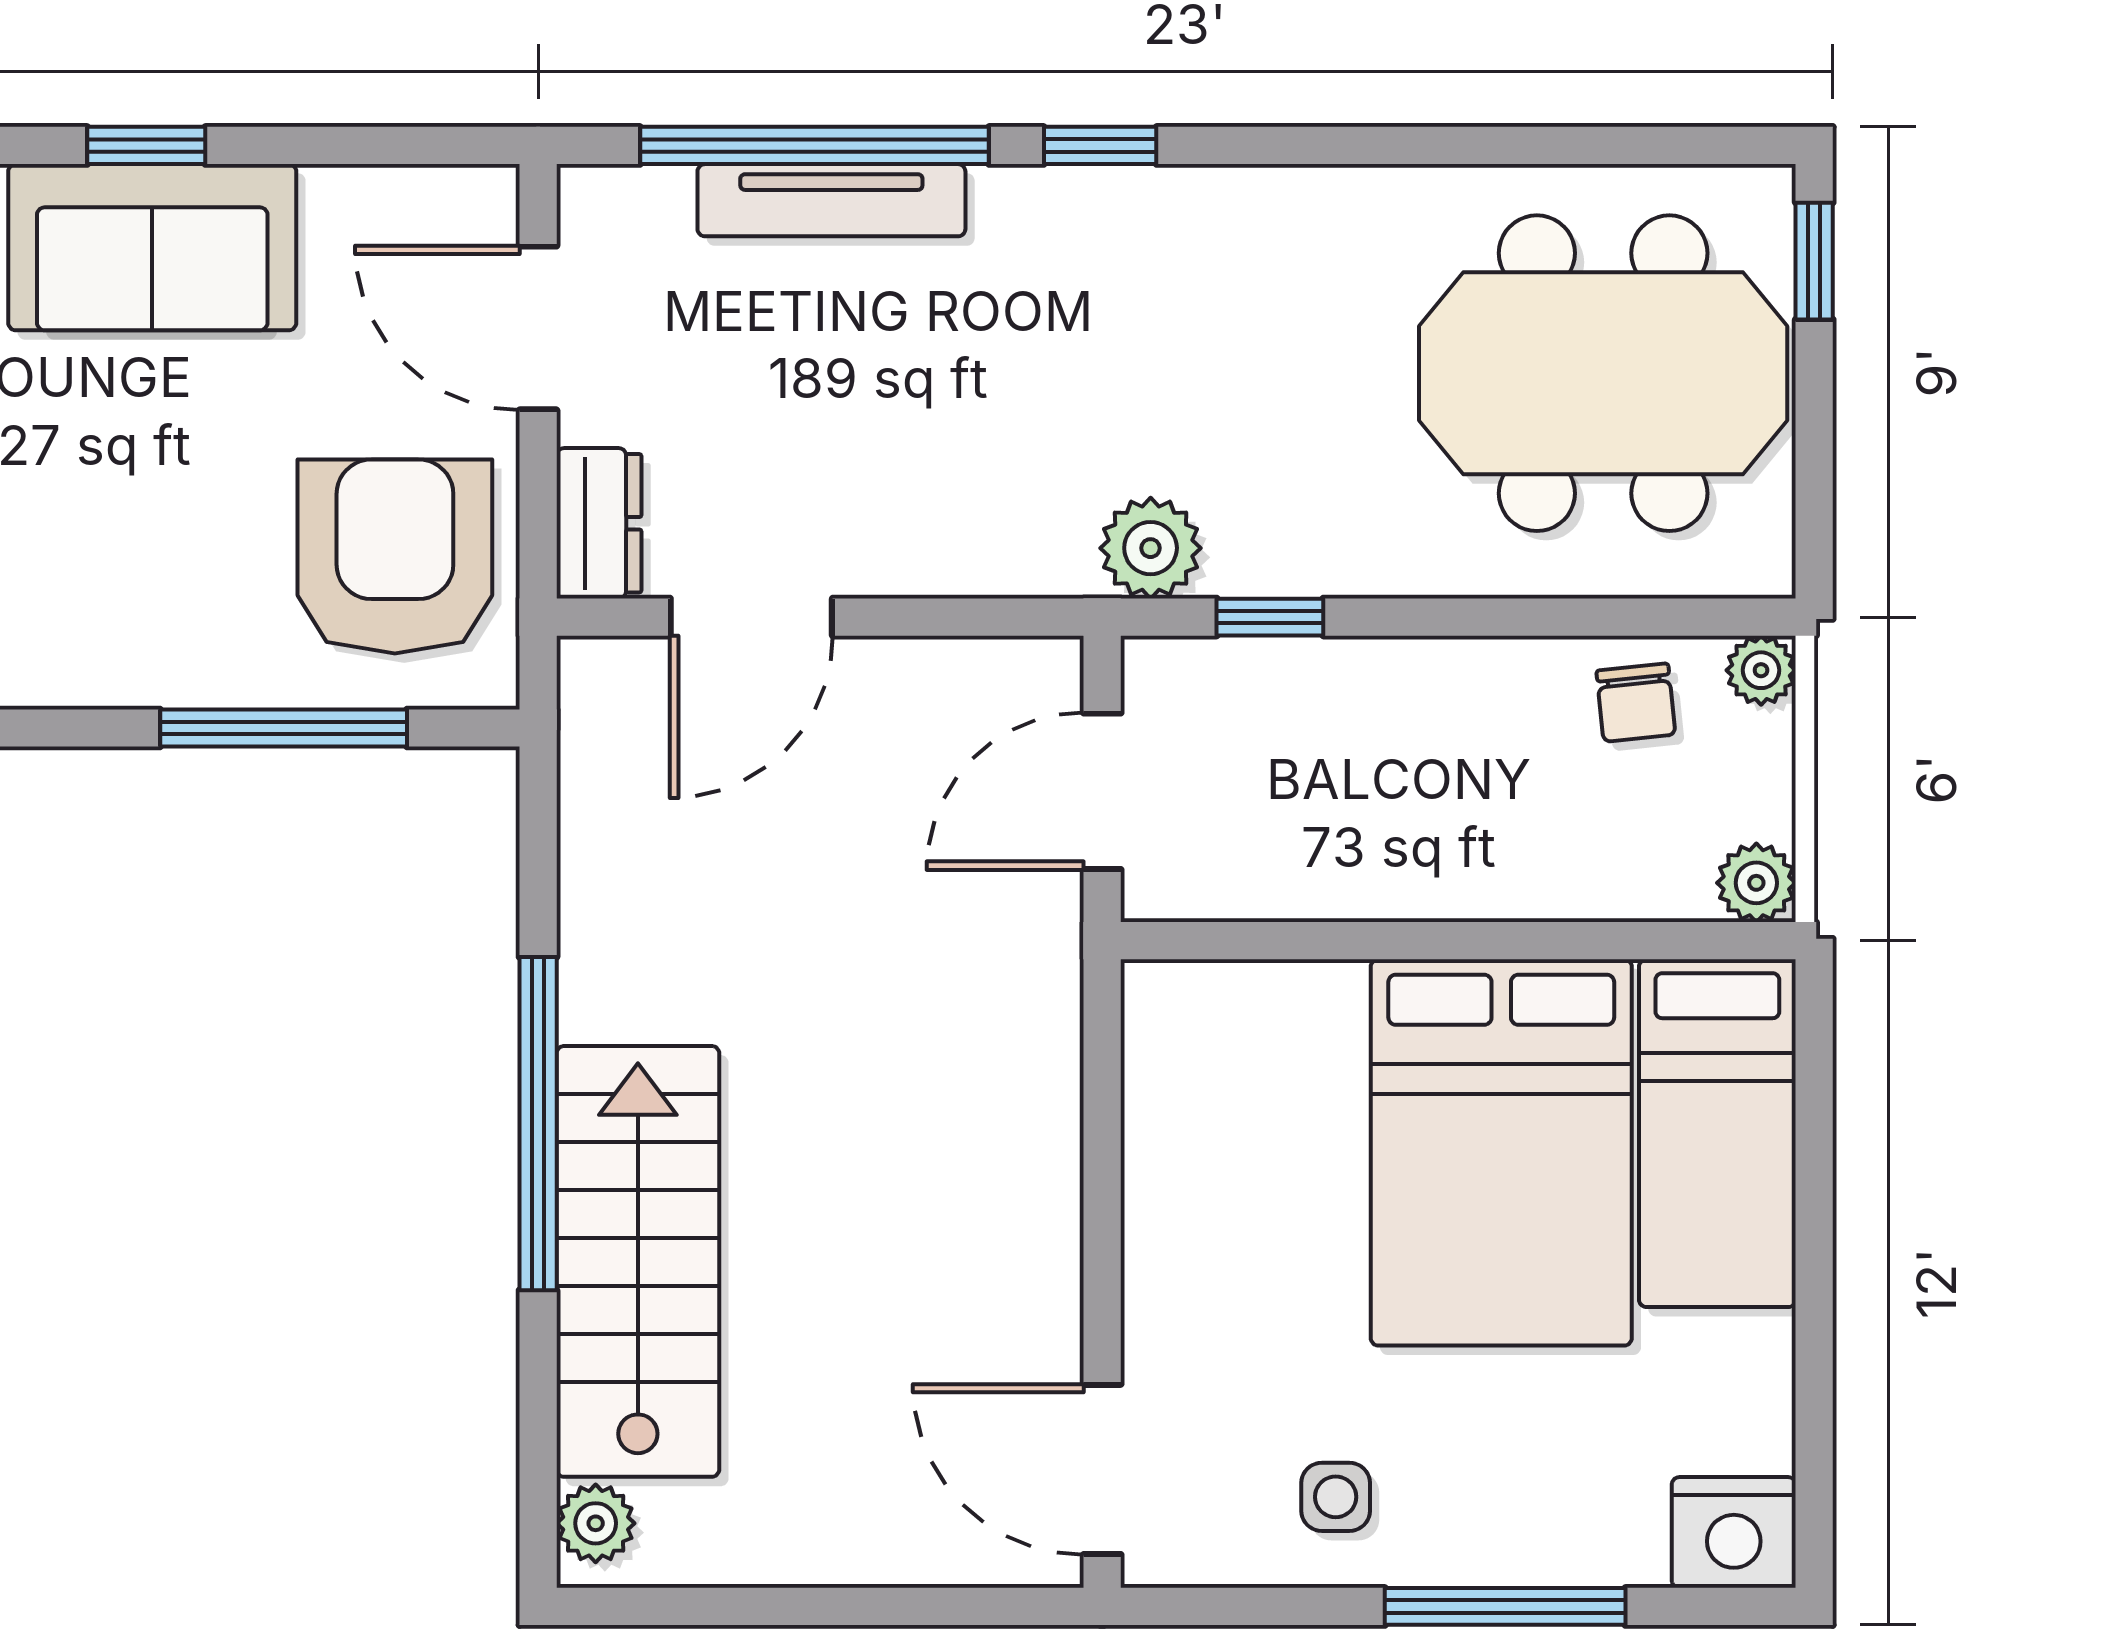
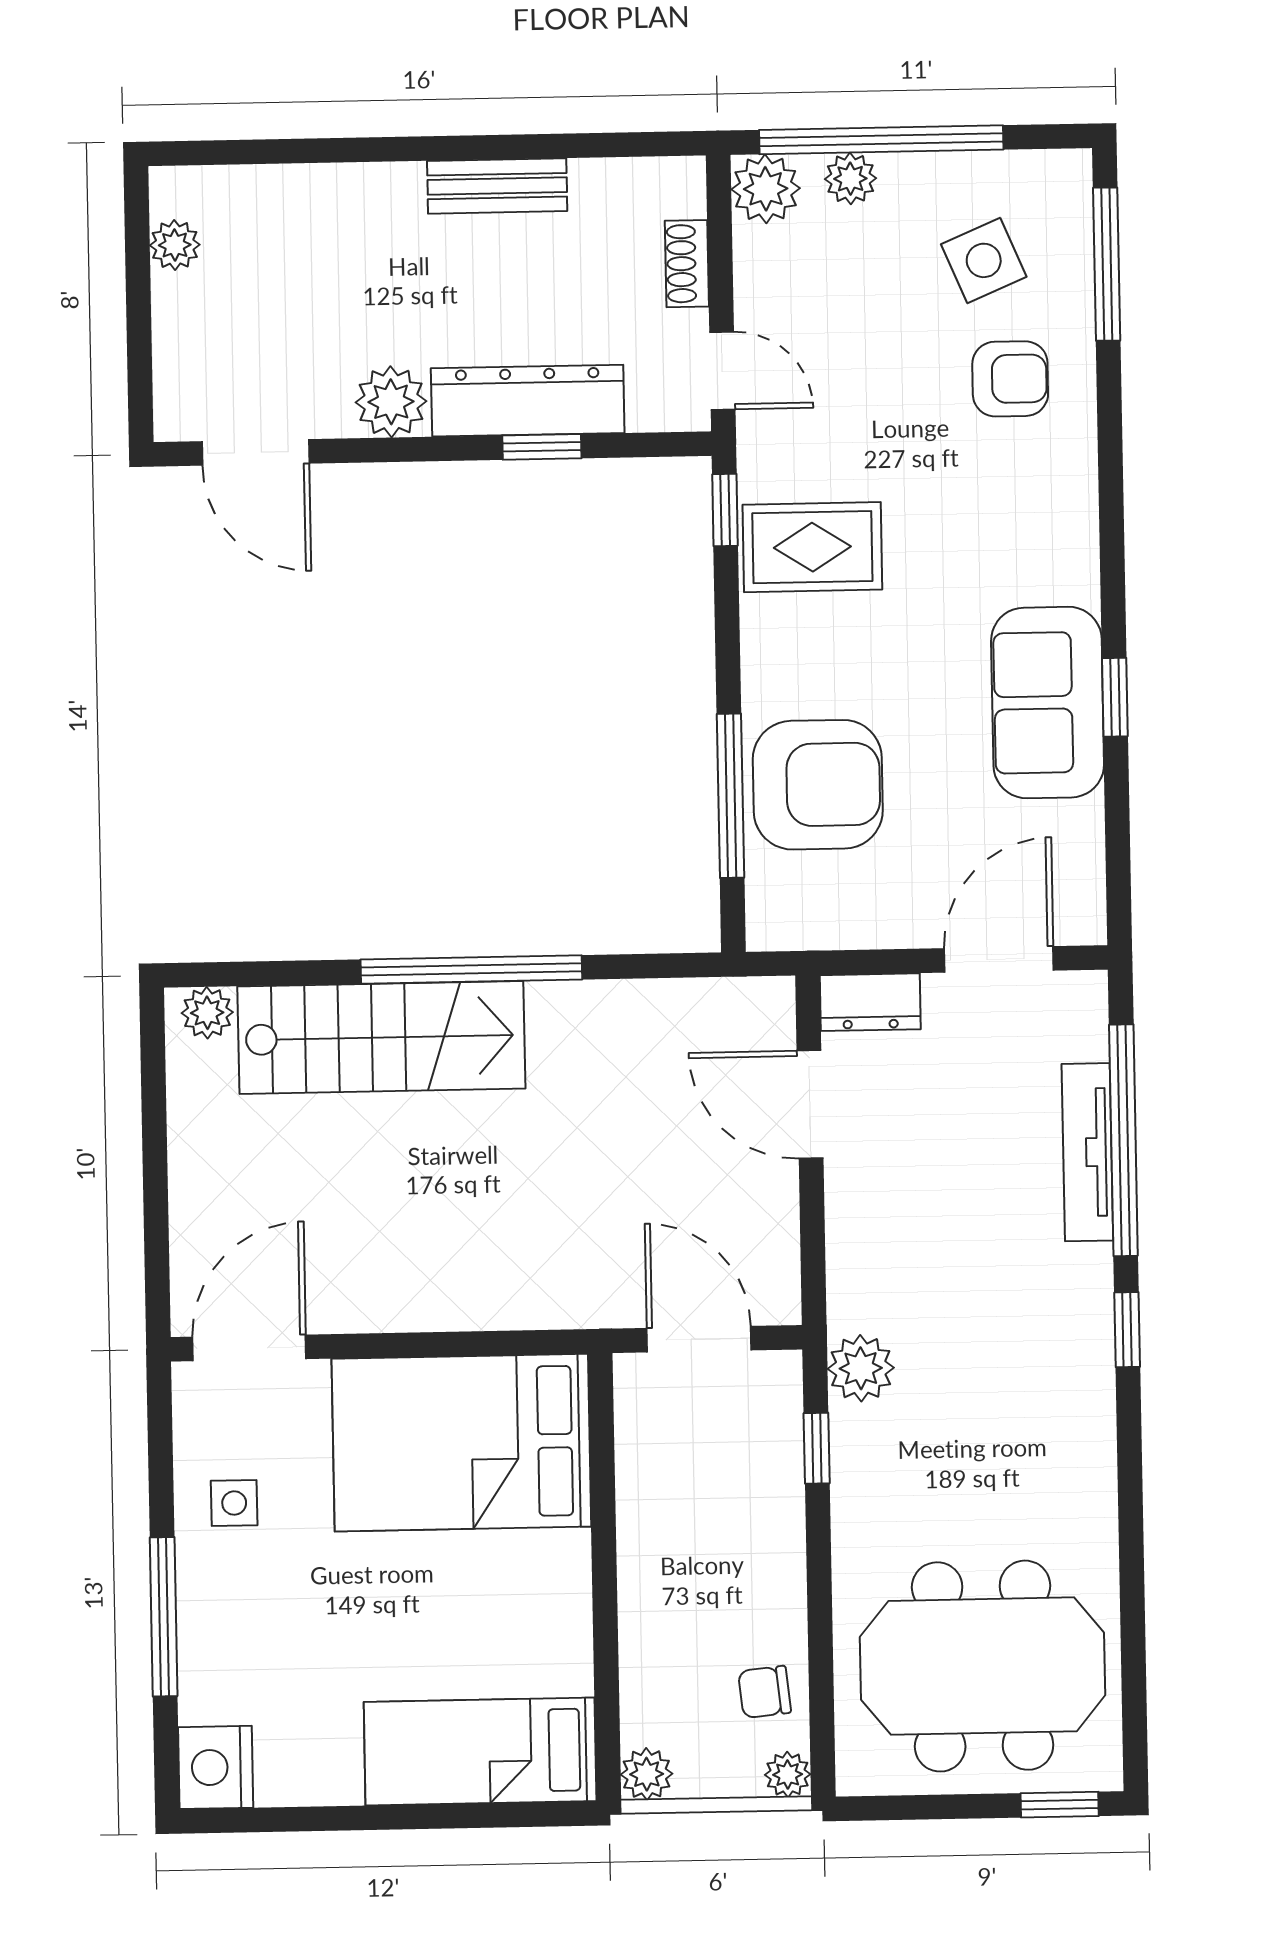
meeting table: (1603, 373) -> (983, 1666), turned 90
armchair: (395, 556) -> (818, 785), moved
bed: (1501, 1152) -> (461, 1443), moved

